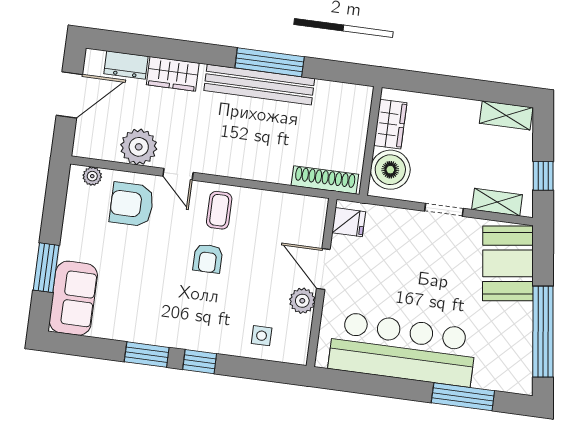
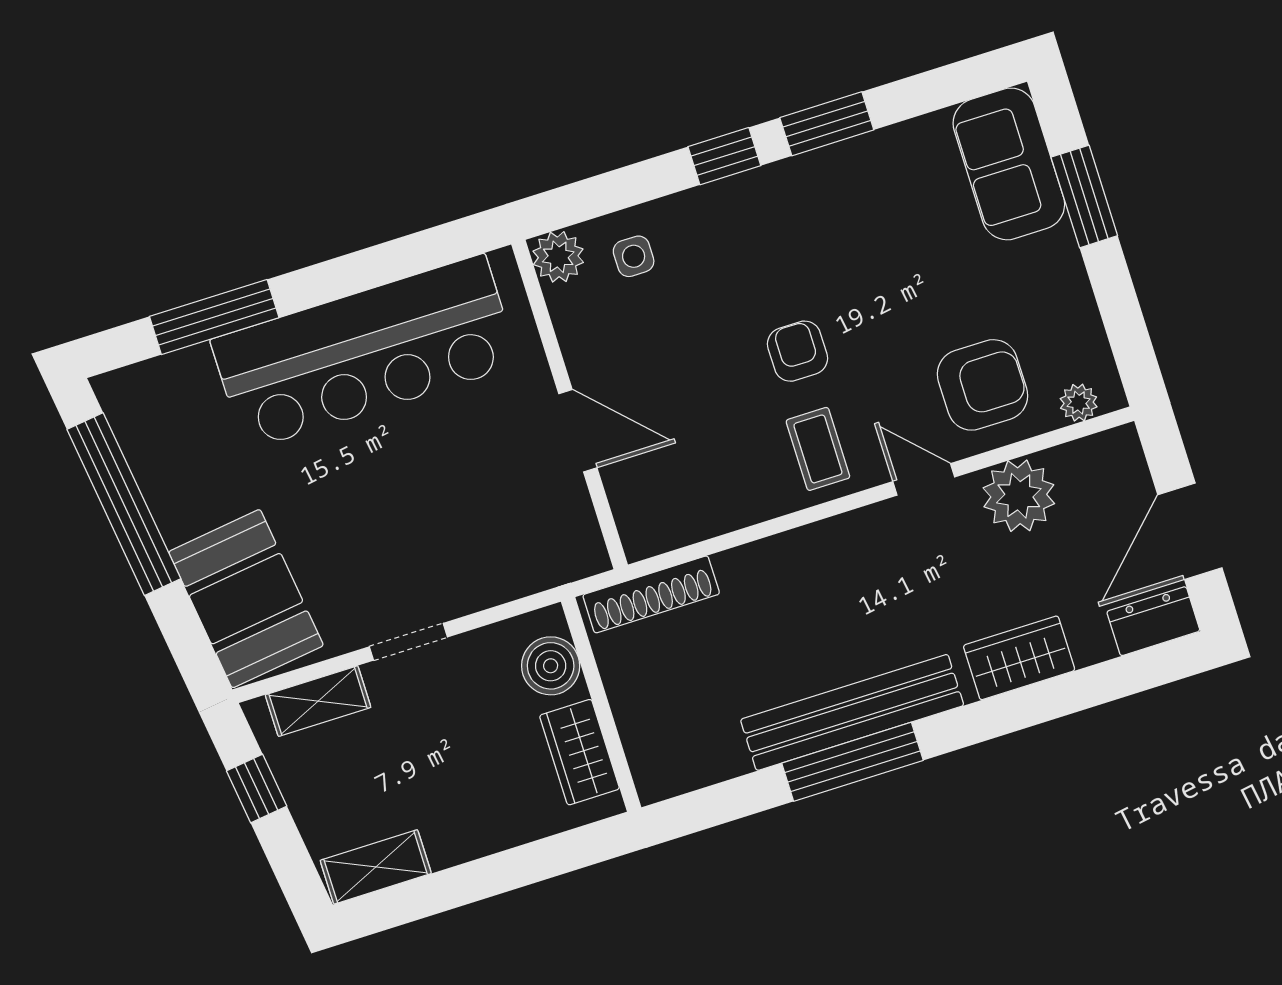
dresser: (126, 65) -> (1153, 621), moved
boiler: (390, 170) -> (551, 666), width x0.73, depth x0.73
fridge: (349, 222) -> (572, 538), removed
plant: (302, 301) -> (558, 257), moved

